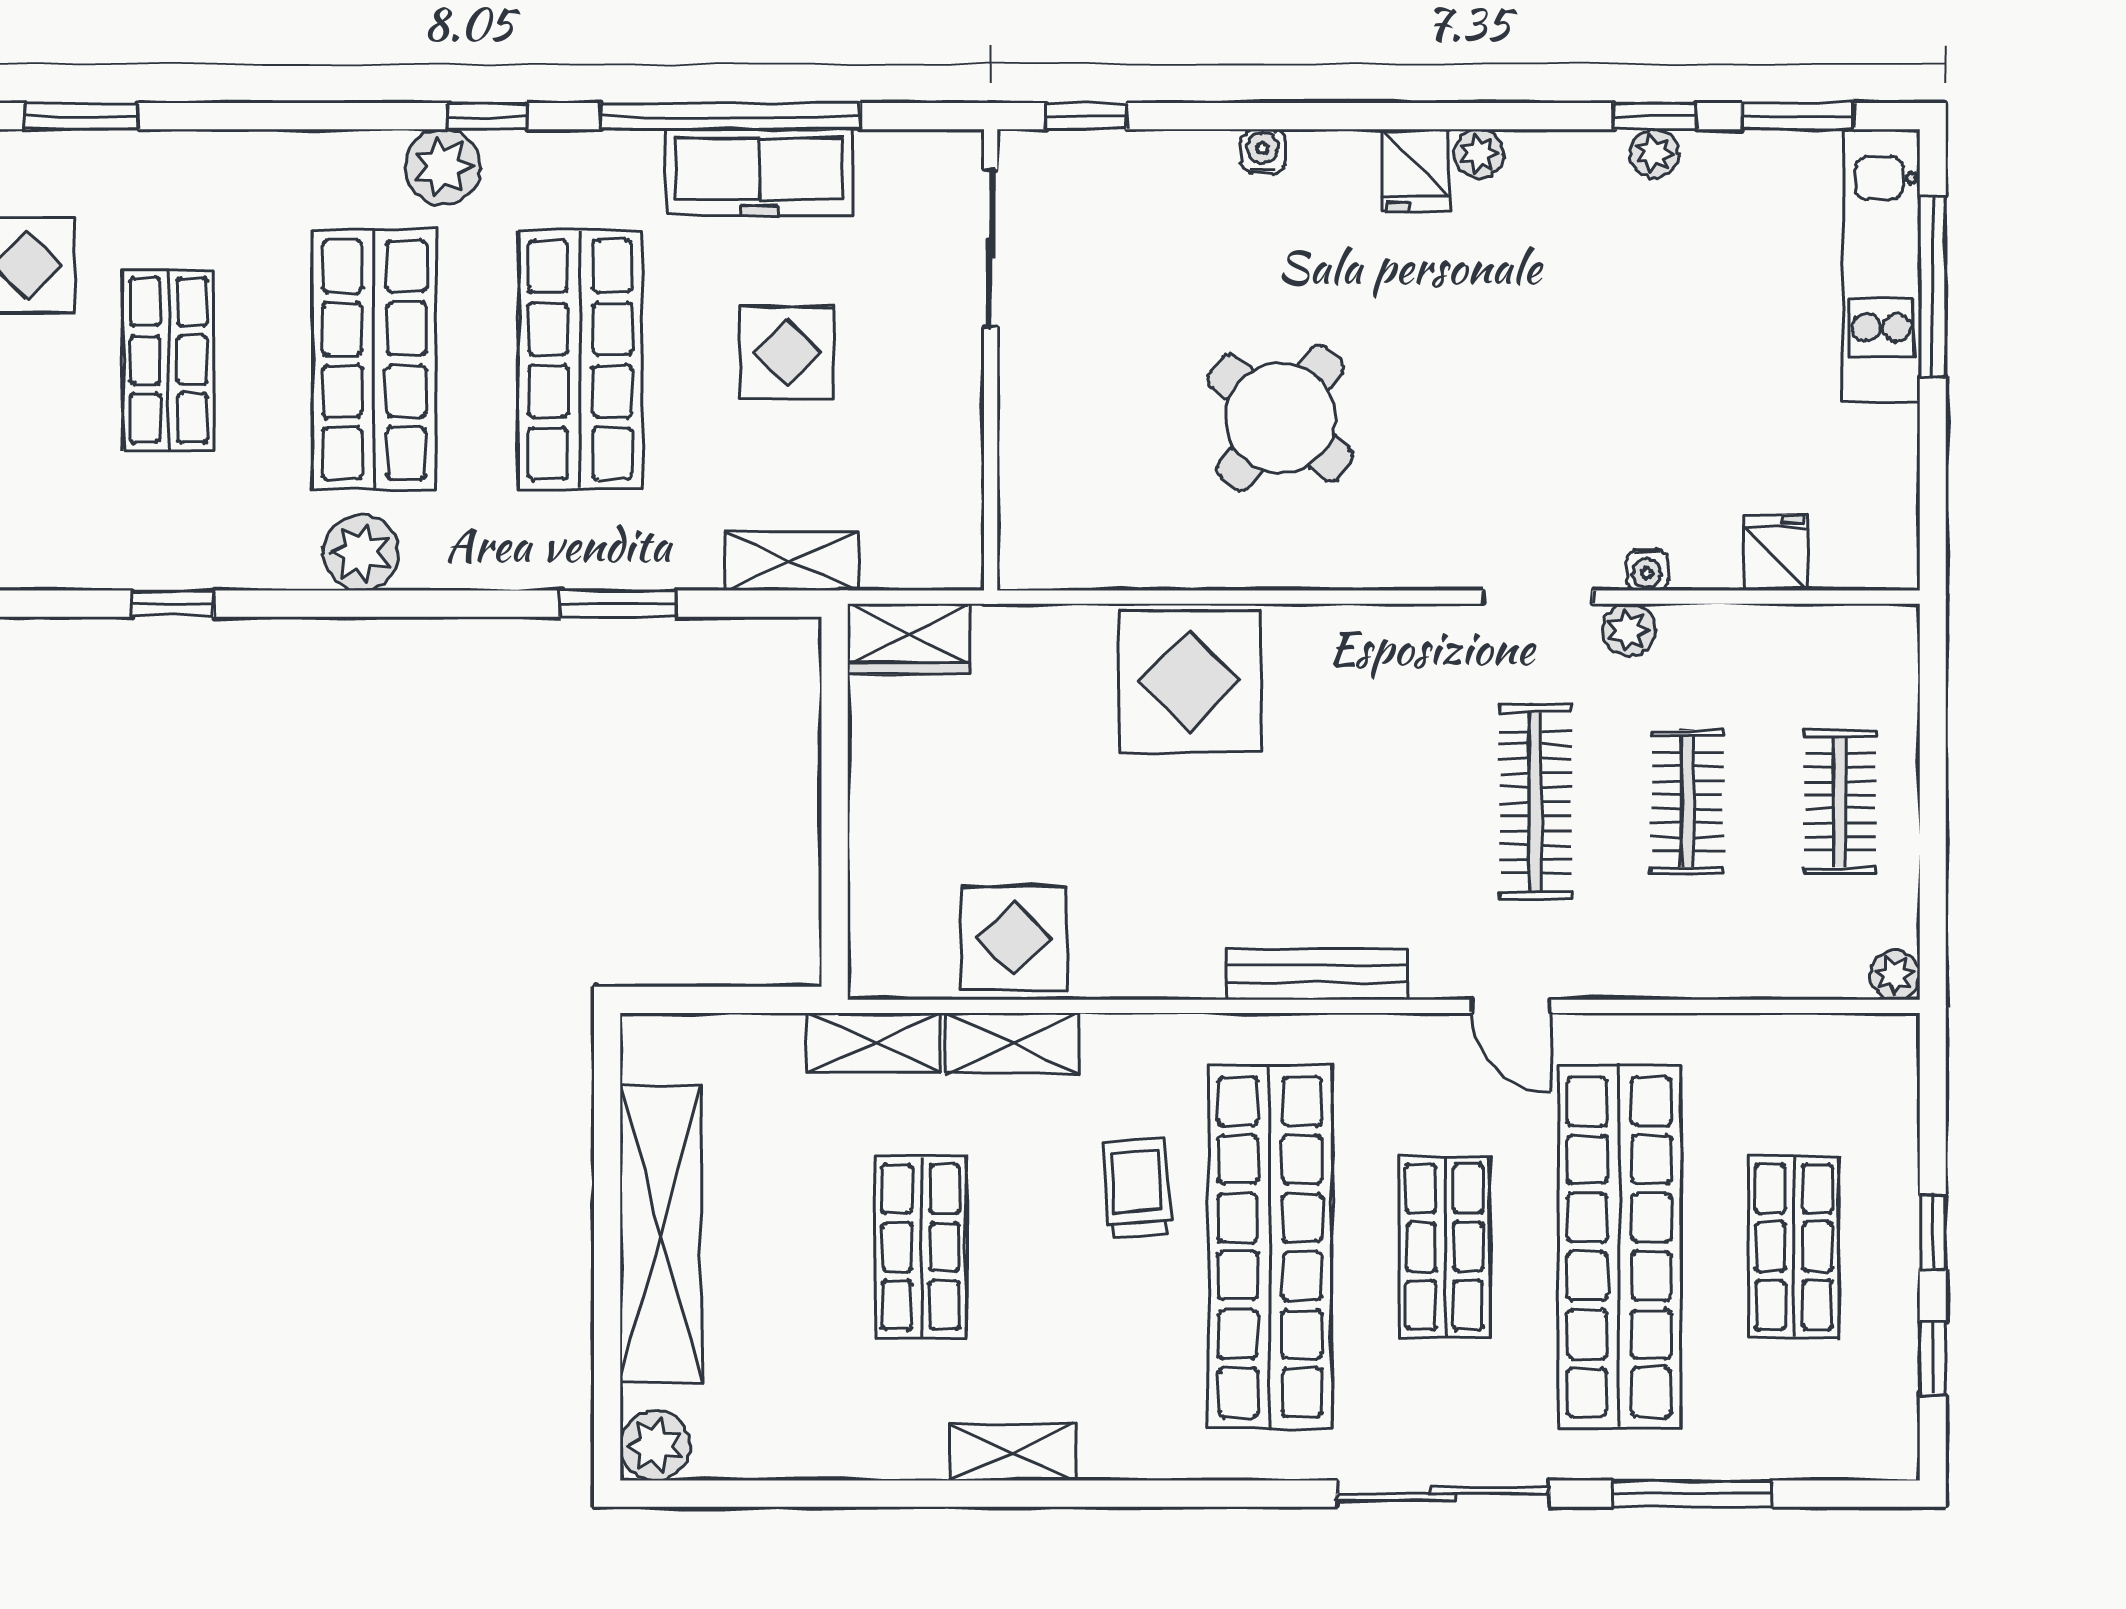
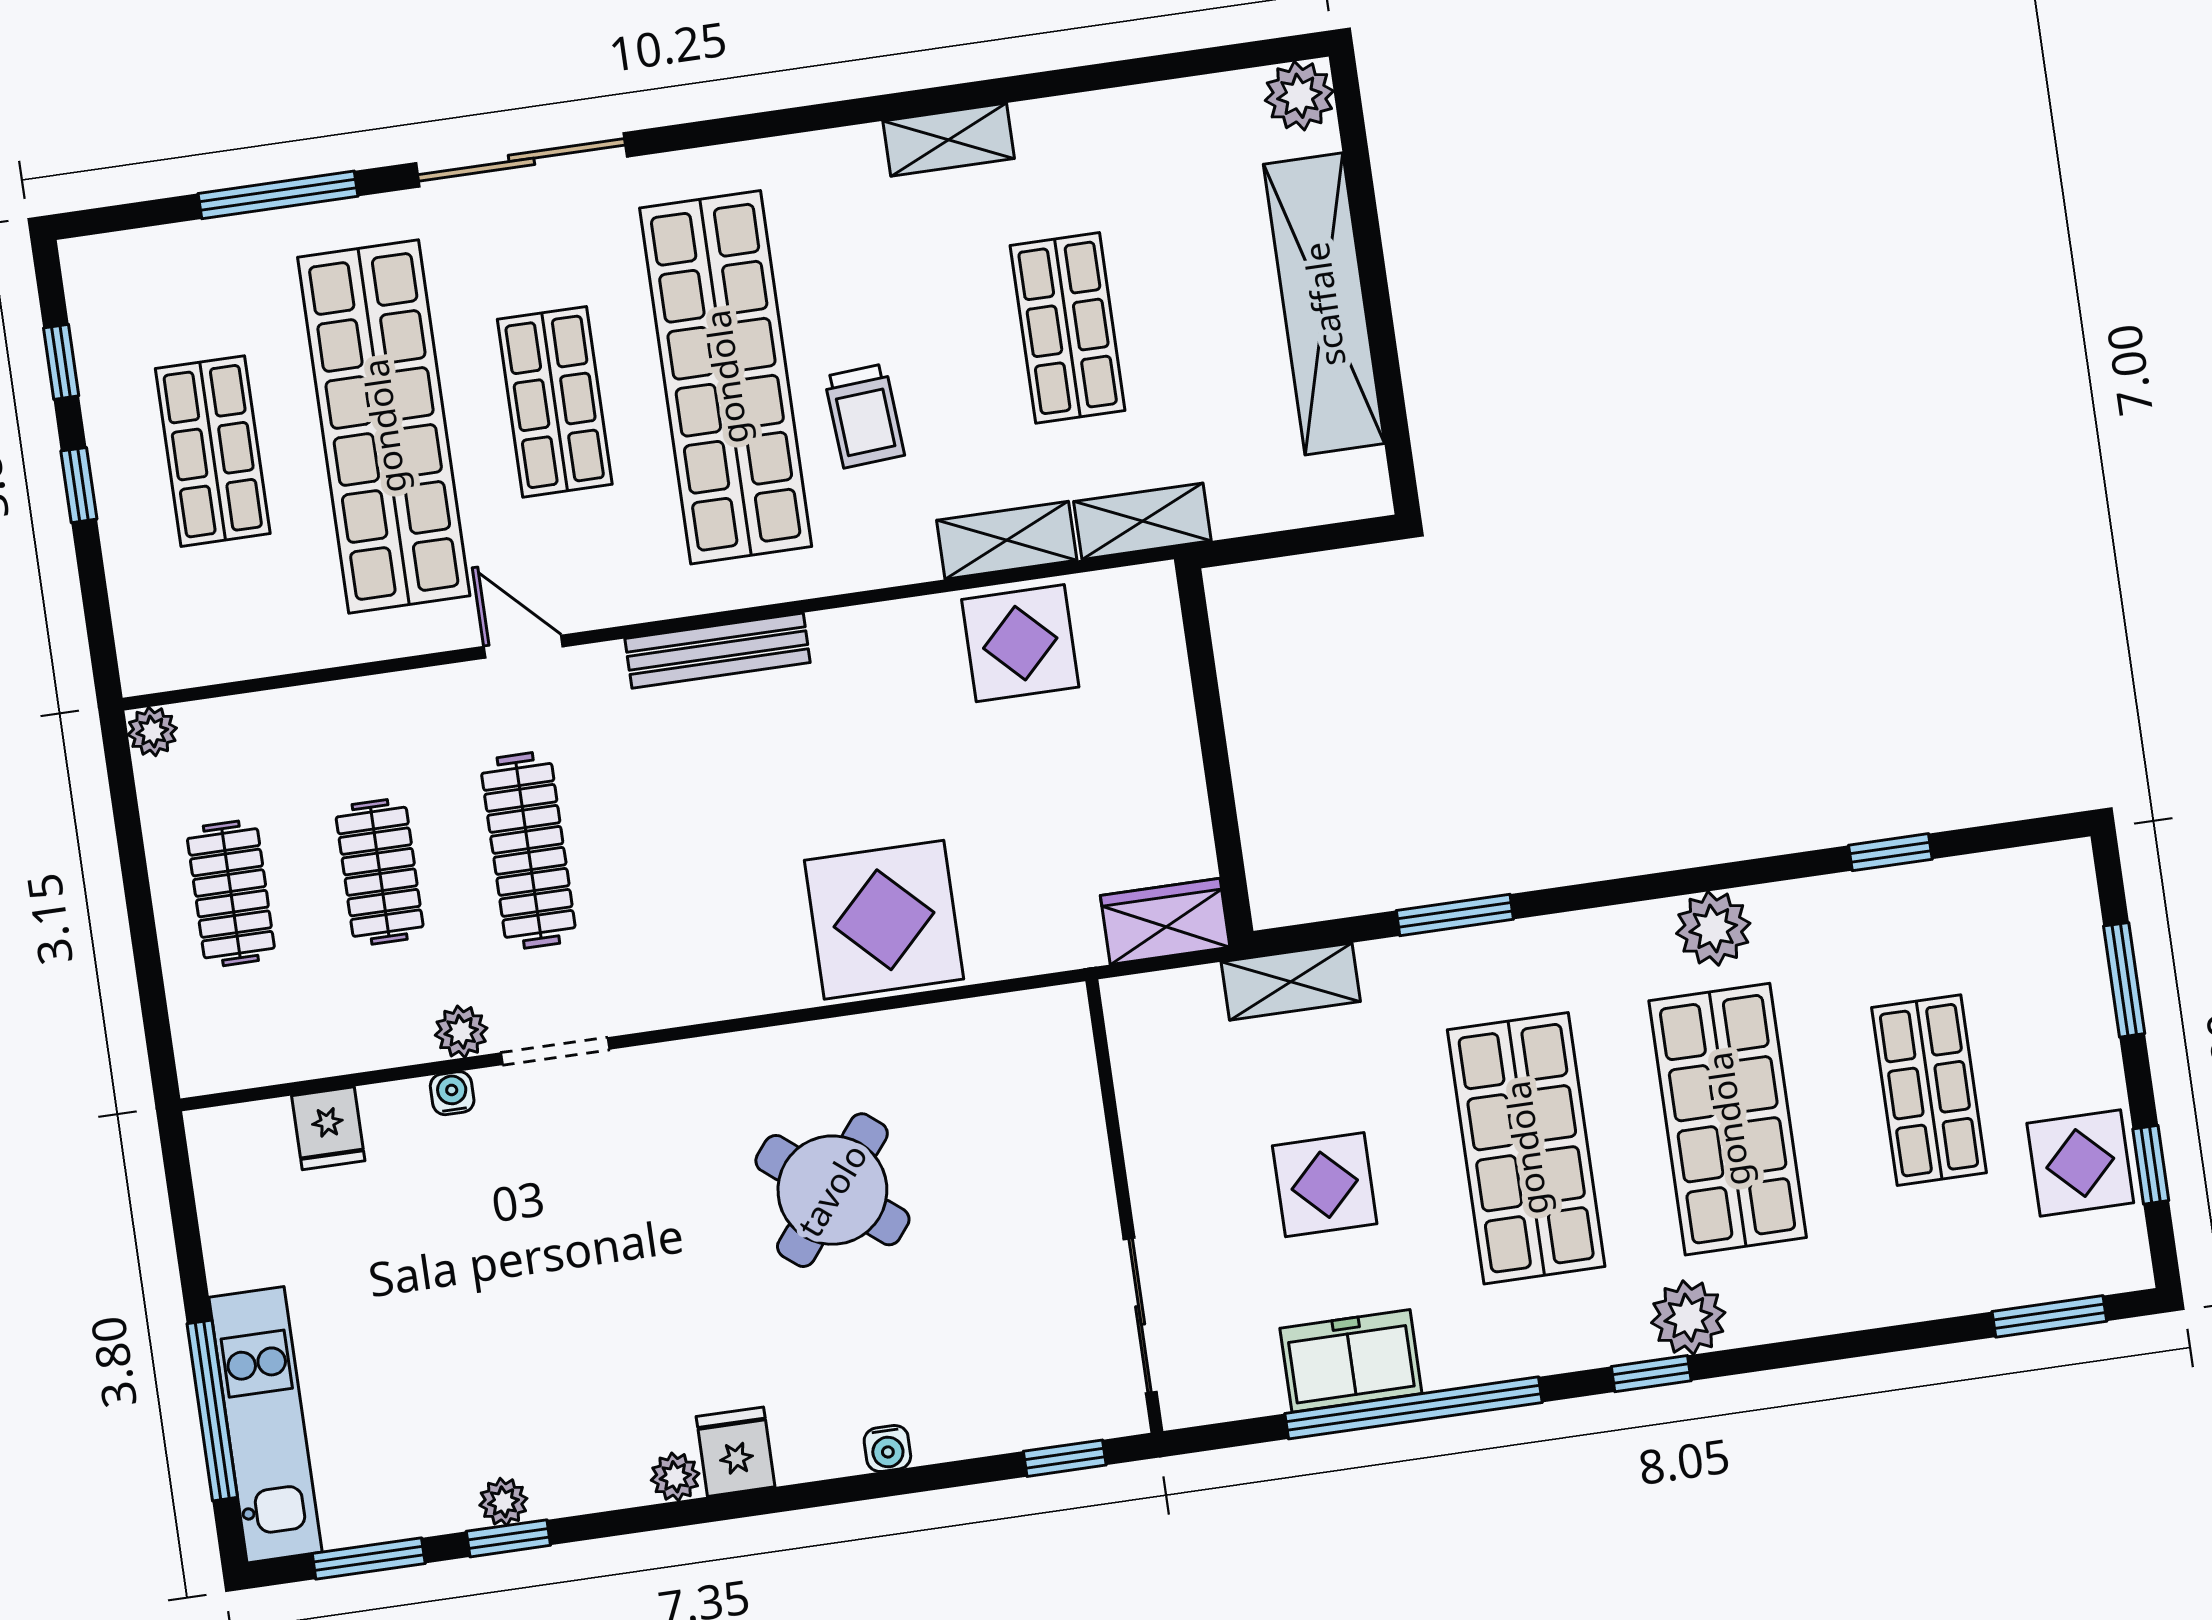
freezer: (760, 172) -> (1351, 1361), width x0.71

